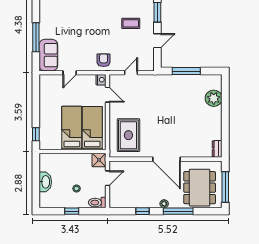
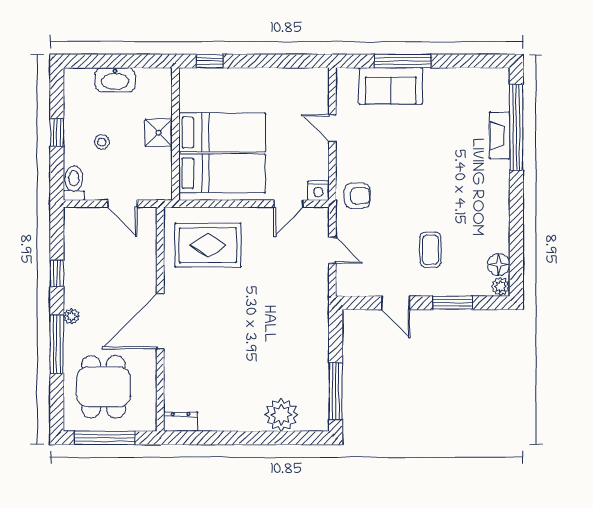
sofa: (48, 55) -> (391, 86), moved
window: (186, 71) -> (336, 391), moved
shower: (99, 160) -> (159, 133), moved
dining table: (200, 188) -> (104, 387), width x0.73

